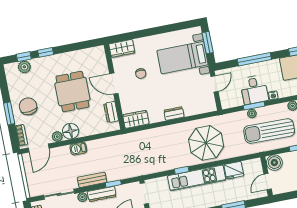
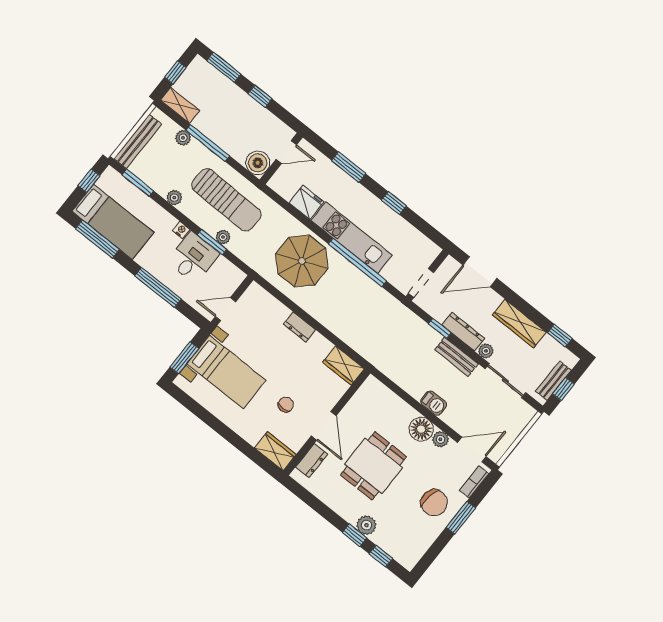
plant: (24, 67) -> (366, 525), moved
chair: (28, 106) -> (434, 503), turned -75
dresser: (111, 112) -> (312, 461), moved
window: (182, 170) -> (357, 262), width x3.17

